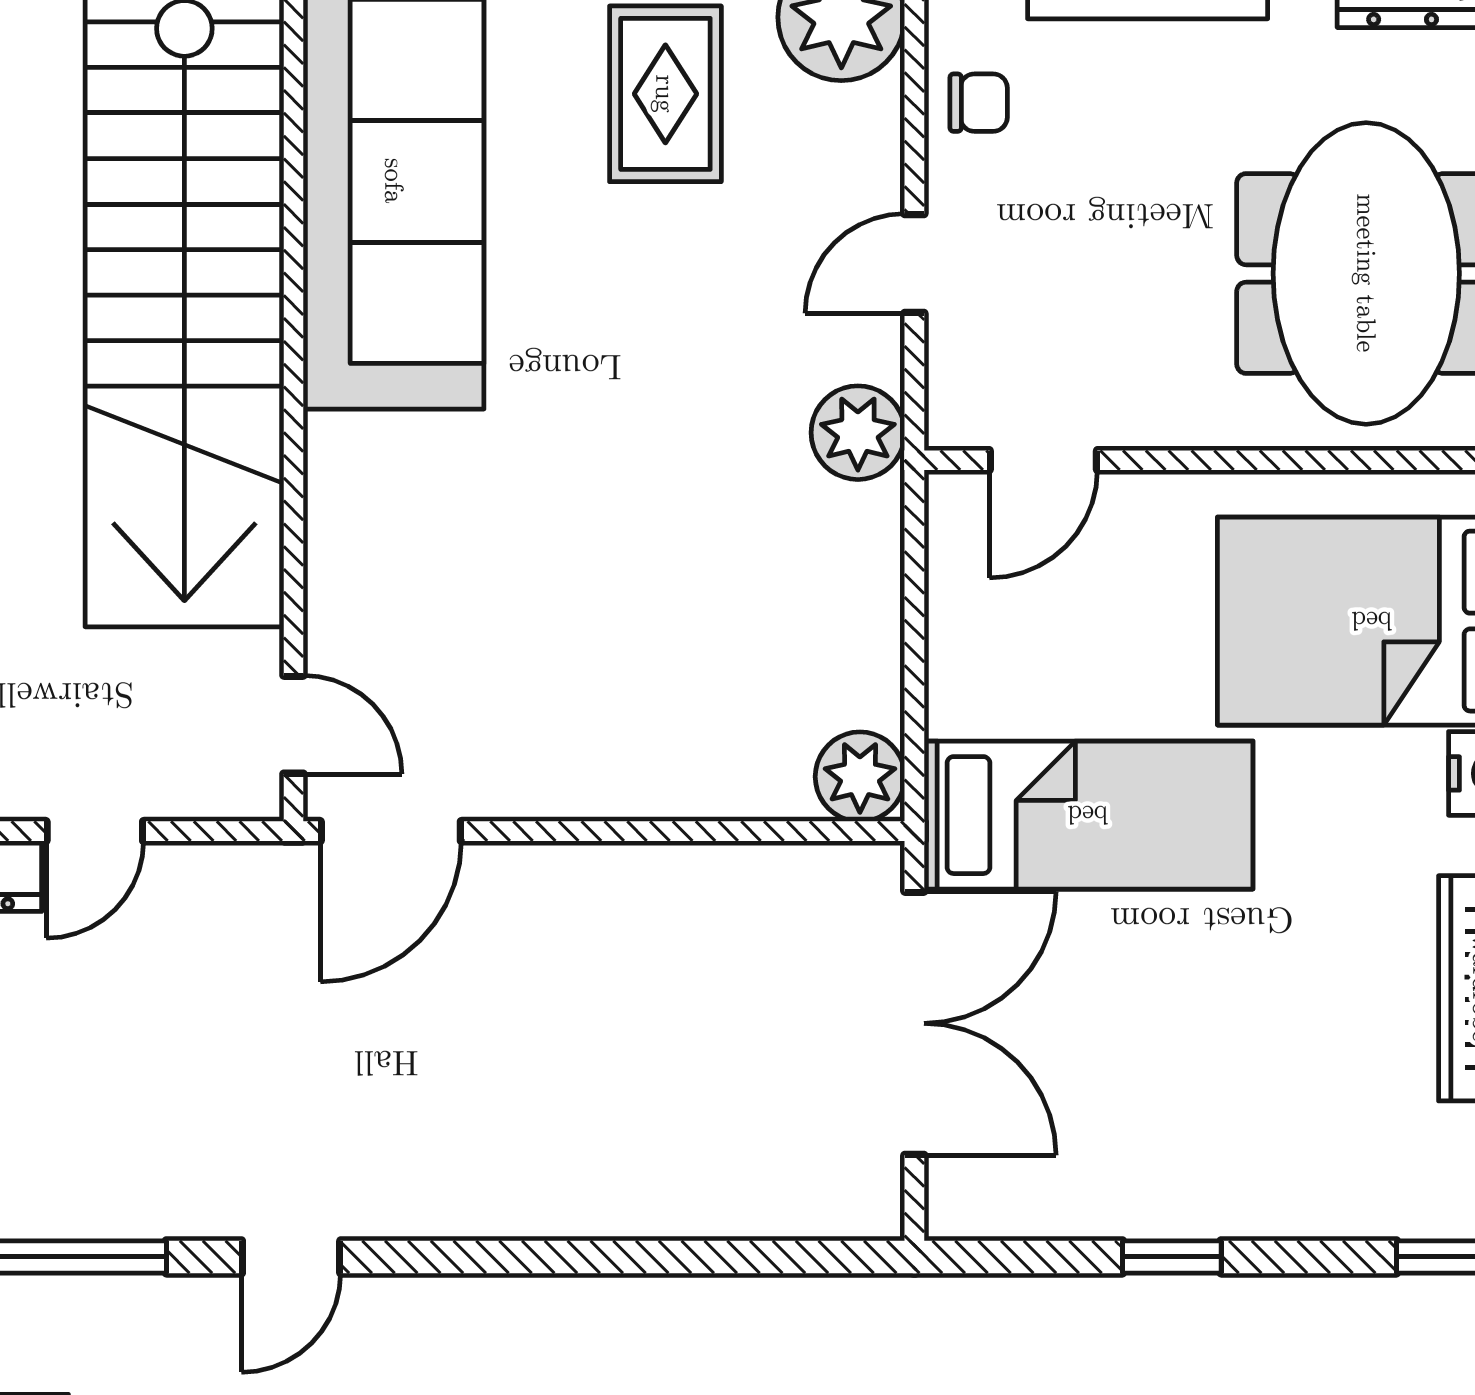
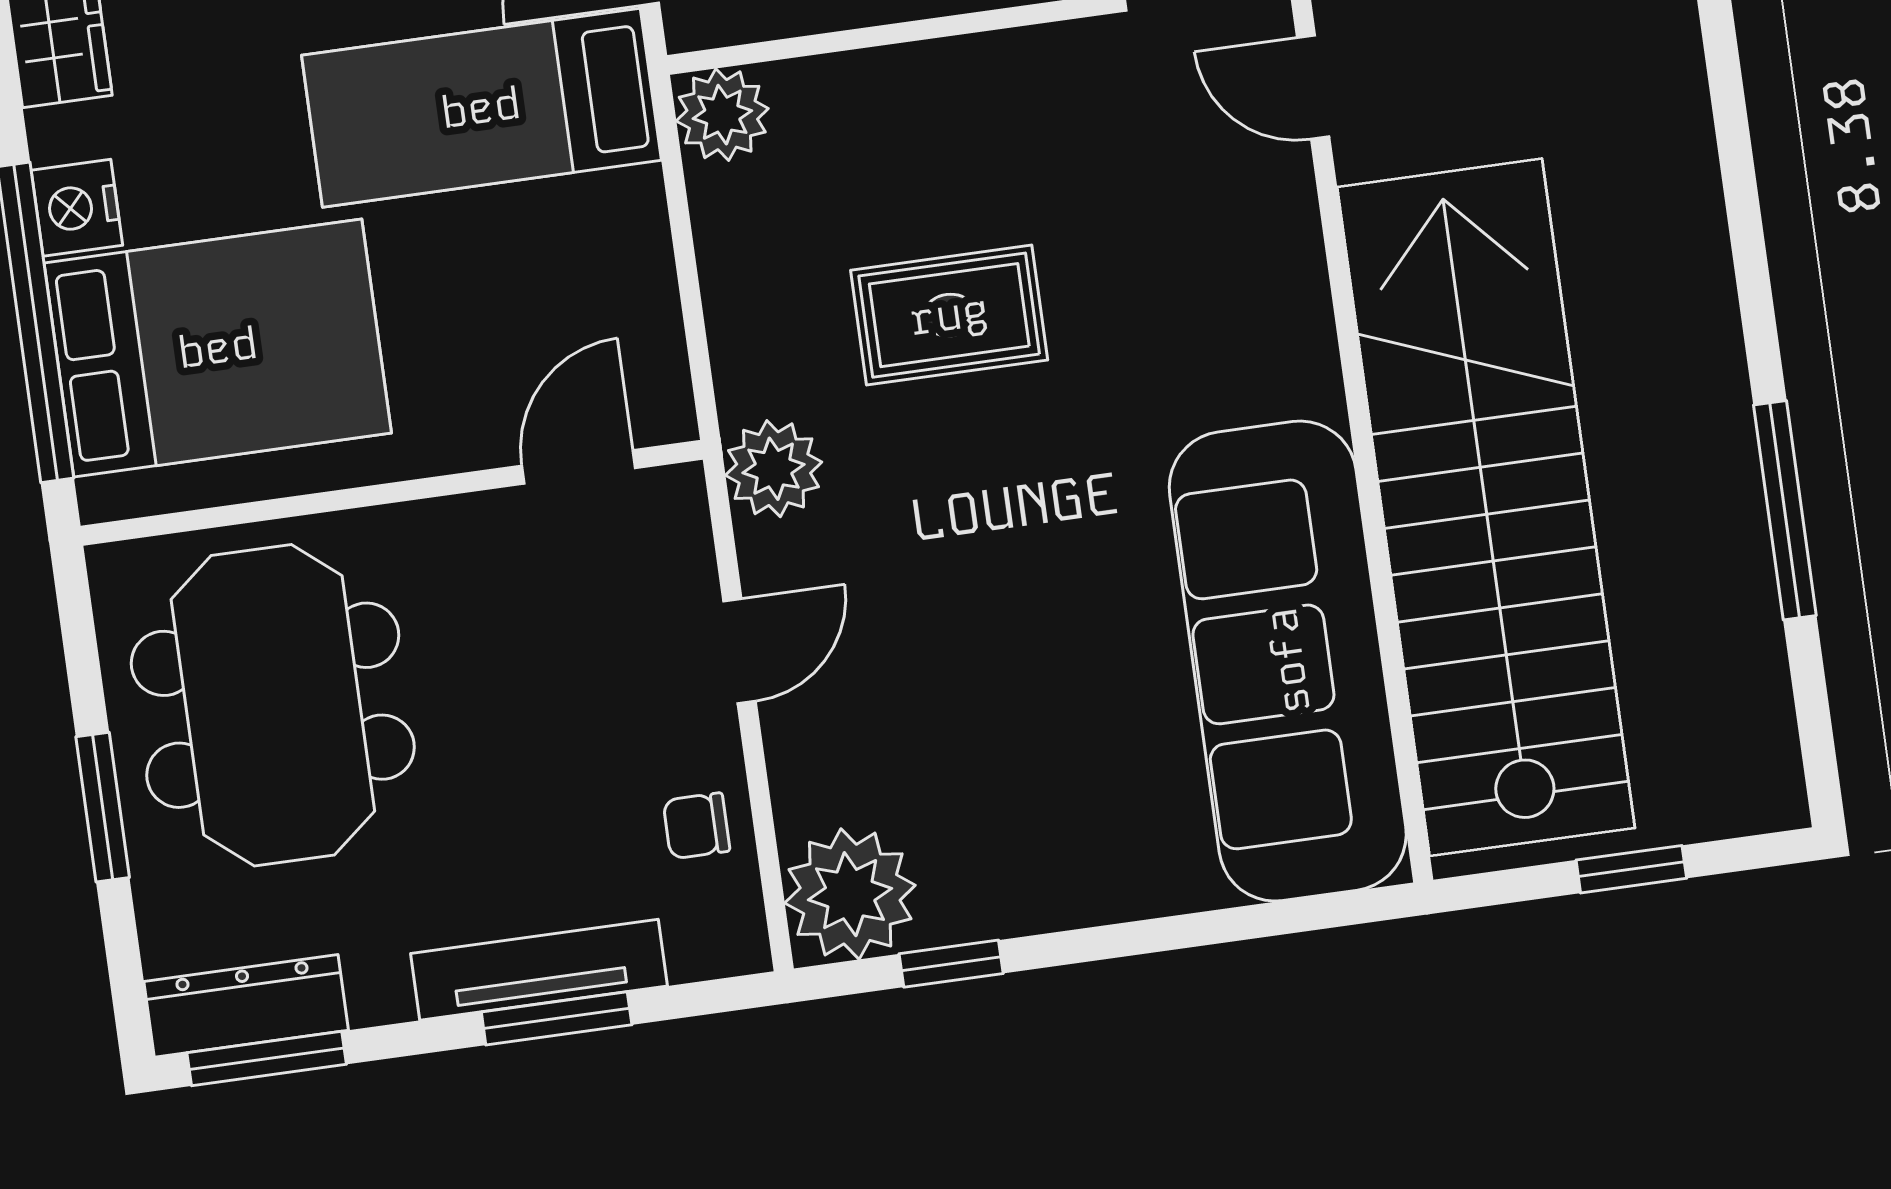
rug: (665, 94) -> (949, 315), moved, turned 90

